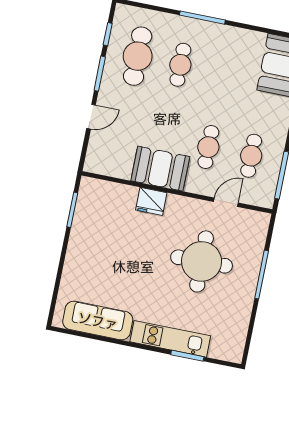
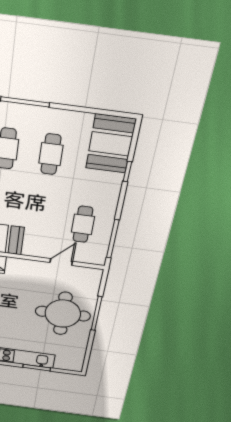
cafe table: (208, 147) -> (51, 154), moved
round table: (202, 261) -> (63, 314), moved

